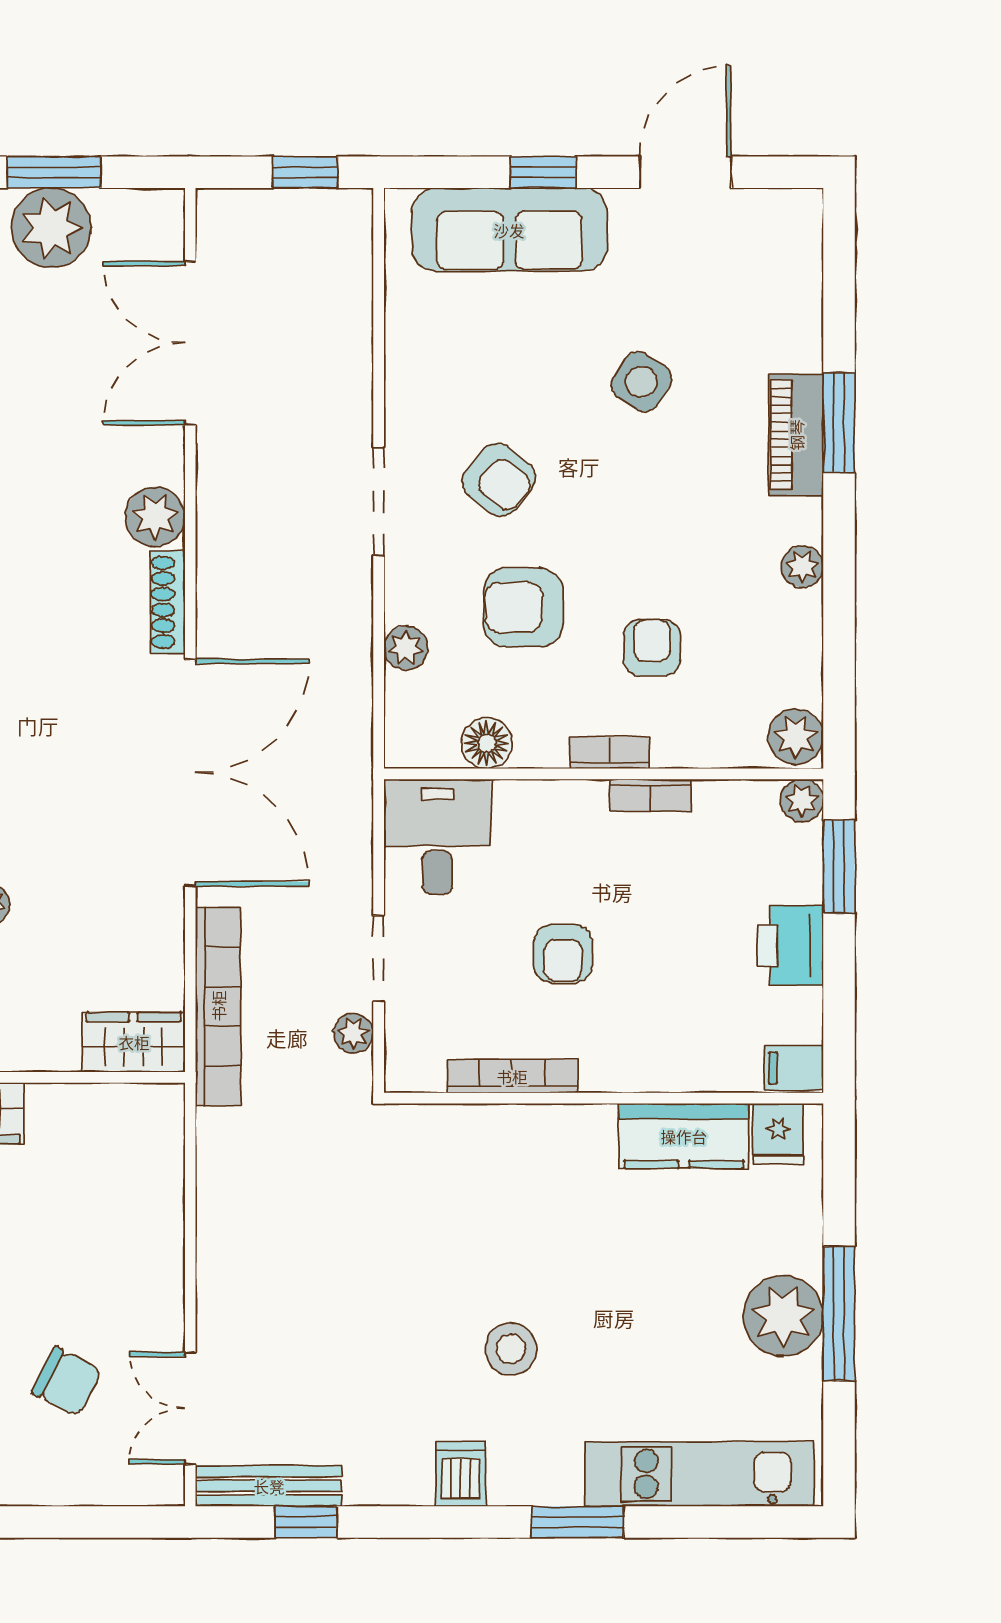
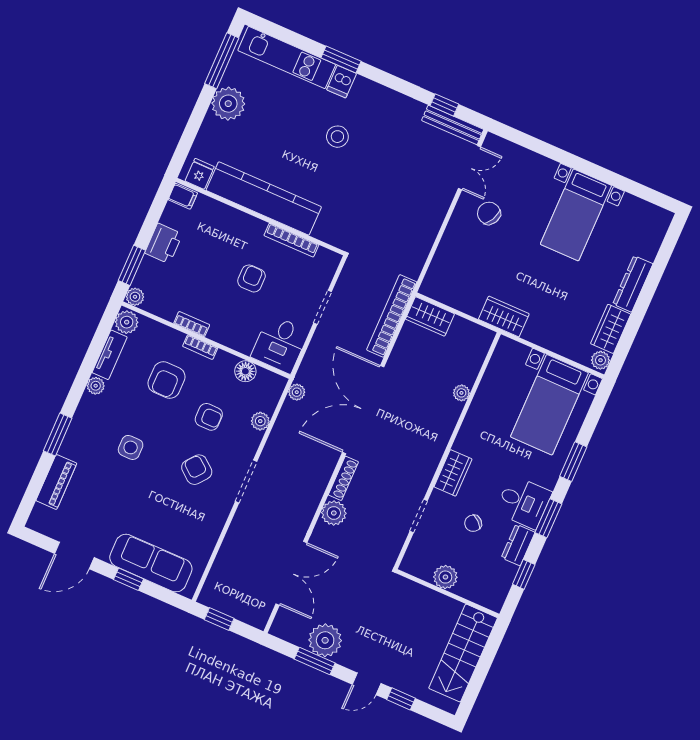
side table: (641, 382) -> (131, 447), moved, turned -33
piano: (796, 435) -> (56, 482), moved
armchair: (523, 607) -> (209, 417), width x0.72, depth x0.72
armchair: (652, 648) -> (166, 380), width x1.38, depth x1.38
tv unit: (802, 648) -> (110, 355), added
plant: (354, 1033) -> (297, 392), moved
kitchen counter: (684, 1136) -> (264, 198), width x2.08, depth x1.17
window: (839, 1313) -> (222, 61), moved
chair: (67, 1382) -> (489, 213), moved
dishwasher: (461, 1474) -> (342, 82), moved

